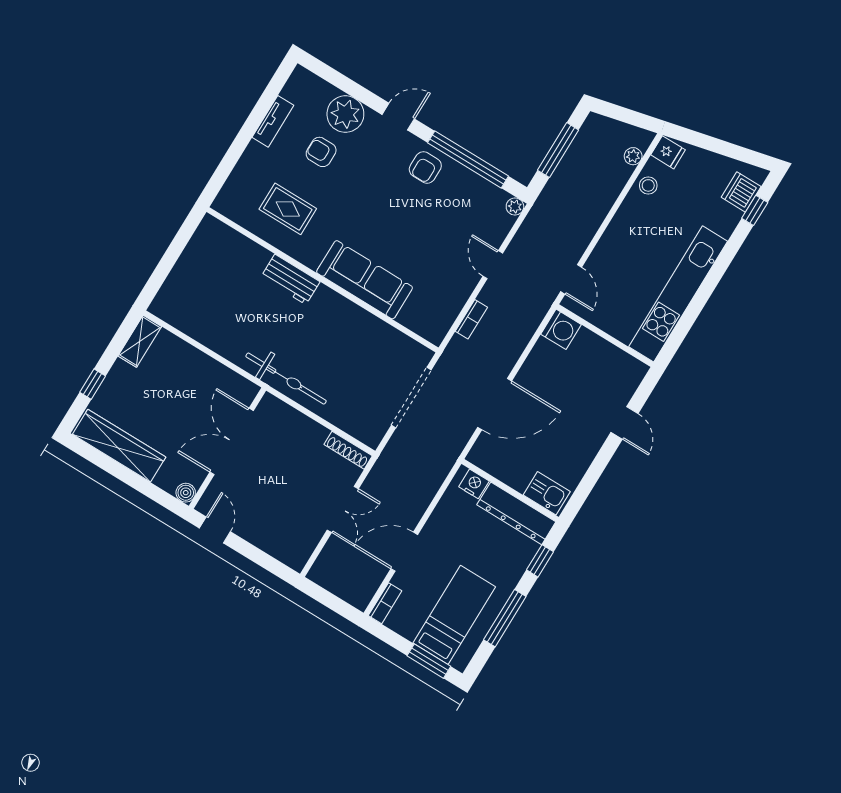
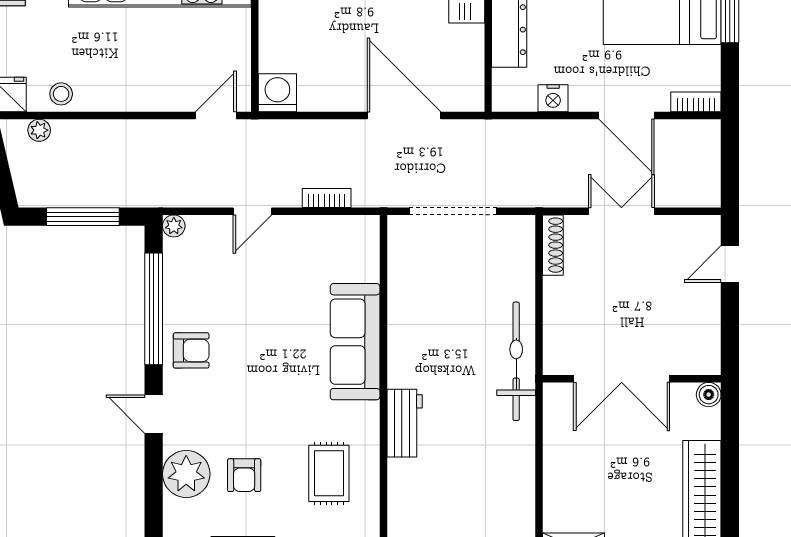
nightstand: (474, 484) -> (553, 98), moved, turned -90
door: (215, 530) -> (730, 264), moved

